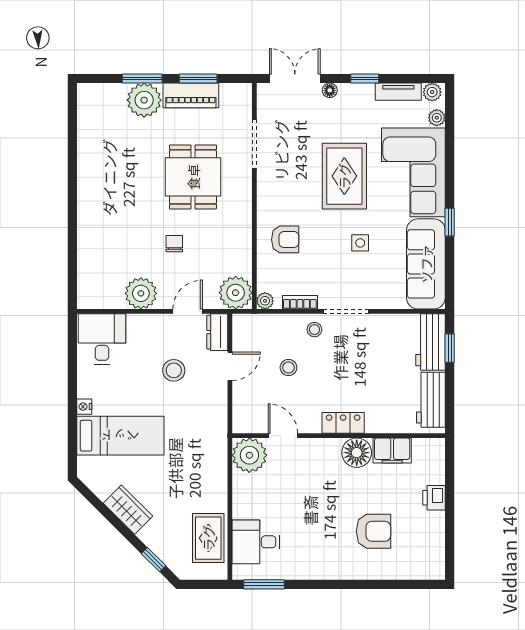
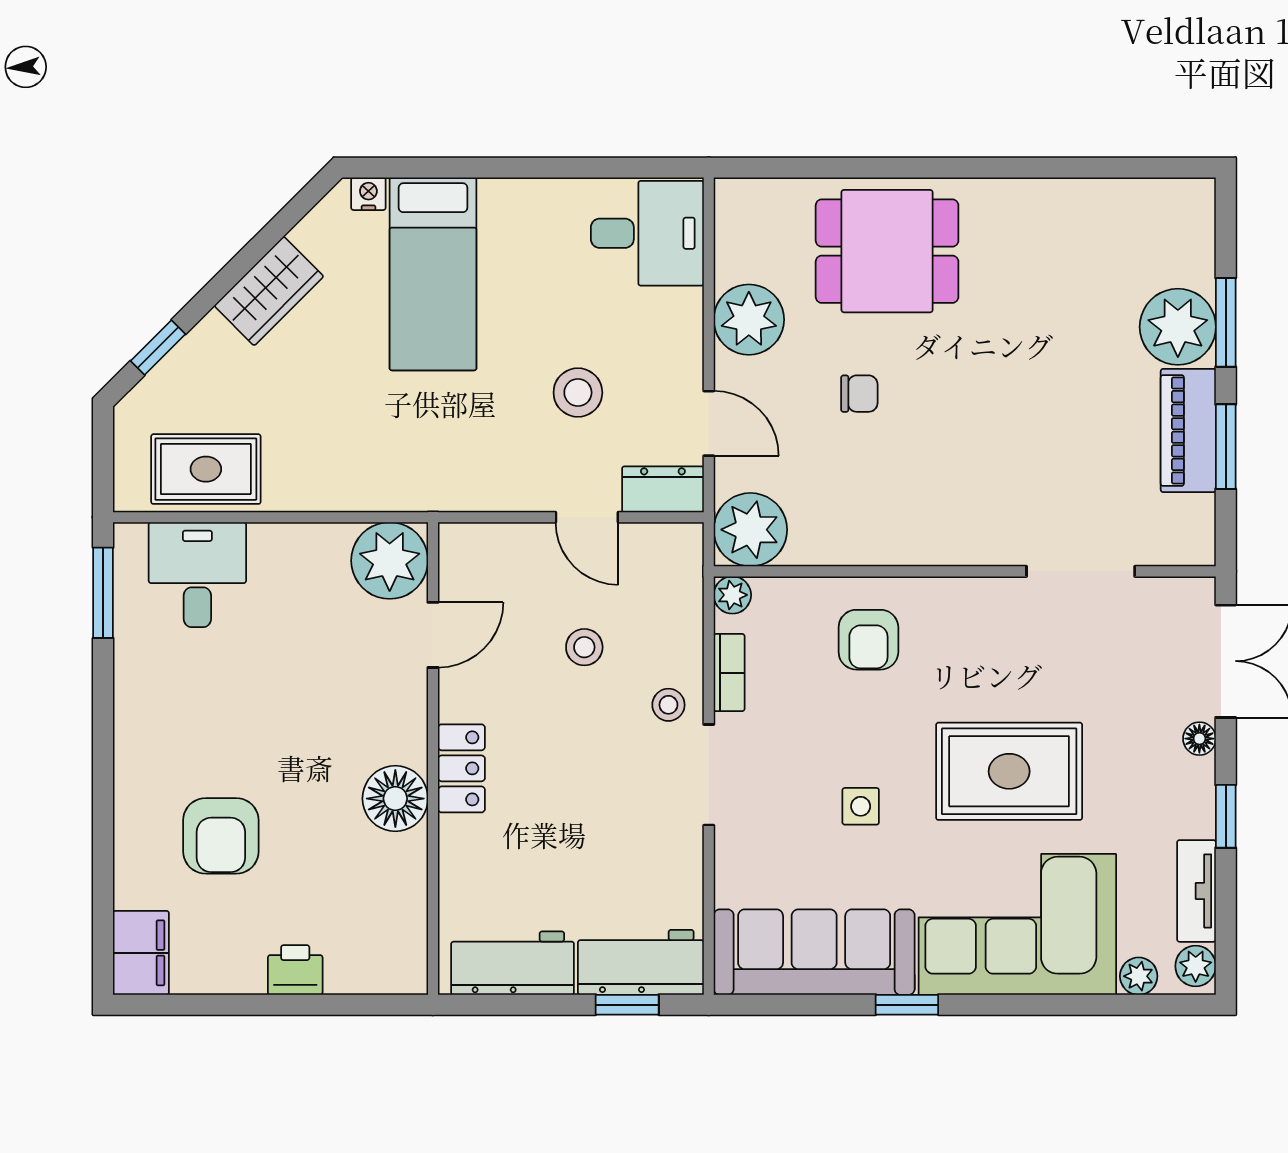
dining table: (193, 177) -> (887, 251), moved
nightstand: (84, 407) -> (368, 194), moved
filing cabinet: (392, 451) -> (141, 953), moved, turned 180

